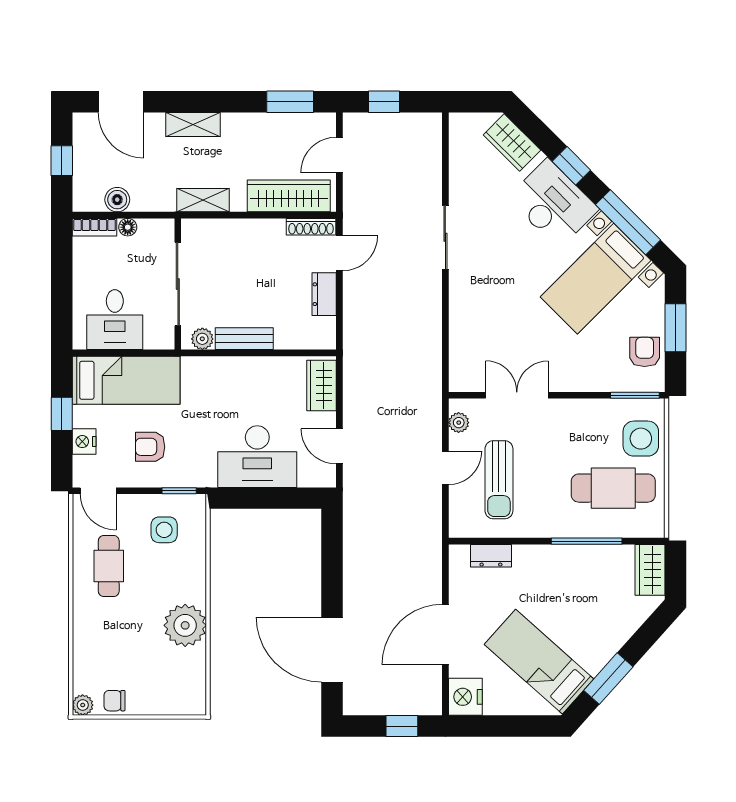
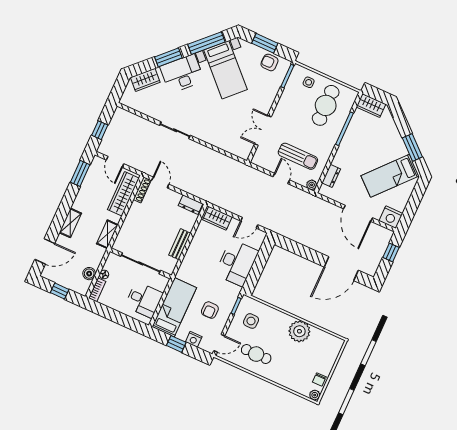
window: (571, 166) -> (168, 57), width x1.50
dresser: (324, 294) -> (190, 205), moved
plant: (202, 339) -> (171, 263), removed
plant: (459, 423) -> (312, 185), moved
side table: (641, 439) -> (309, 82), width x0.54, depth x0.54

